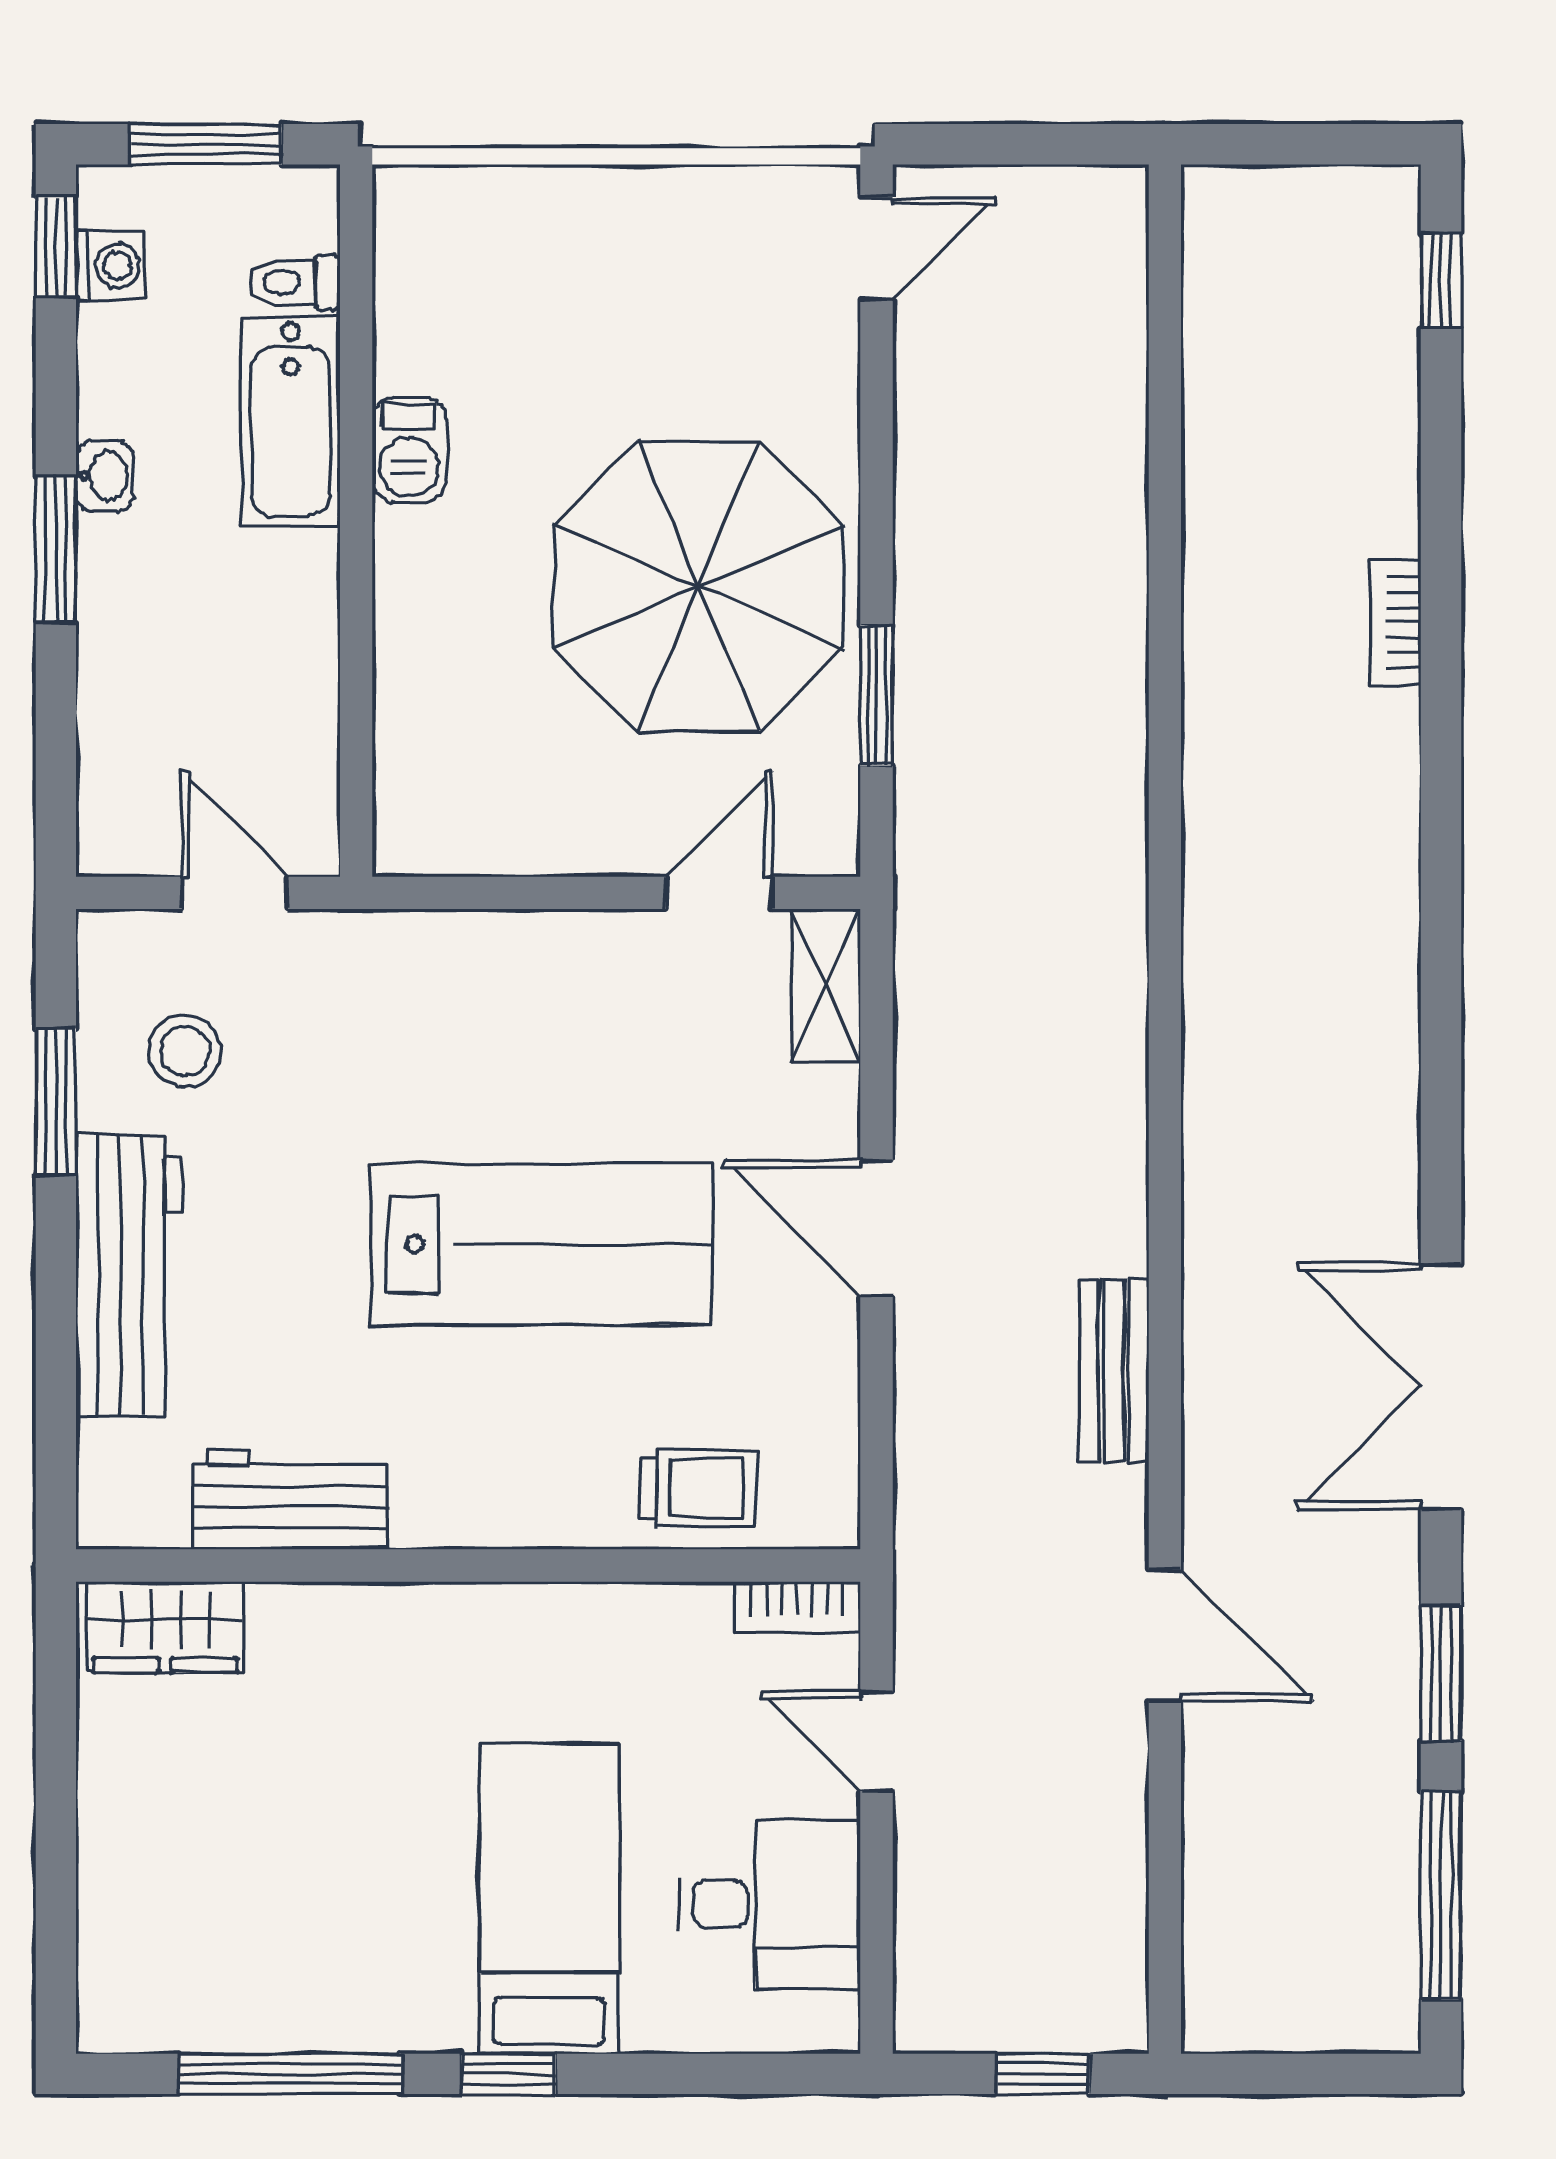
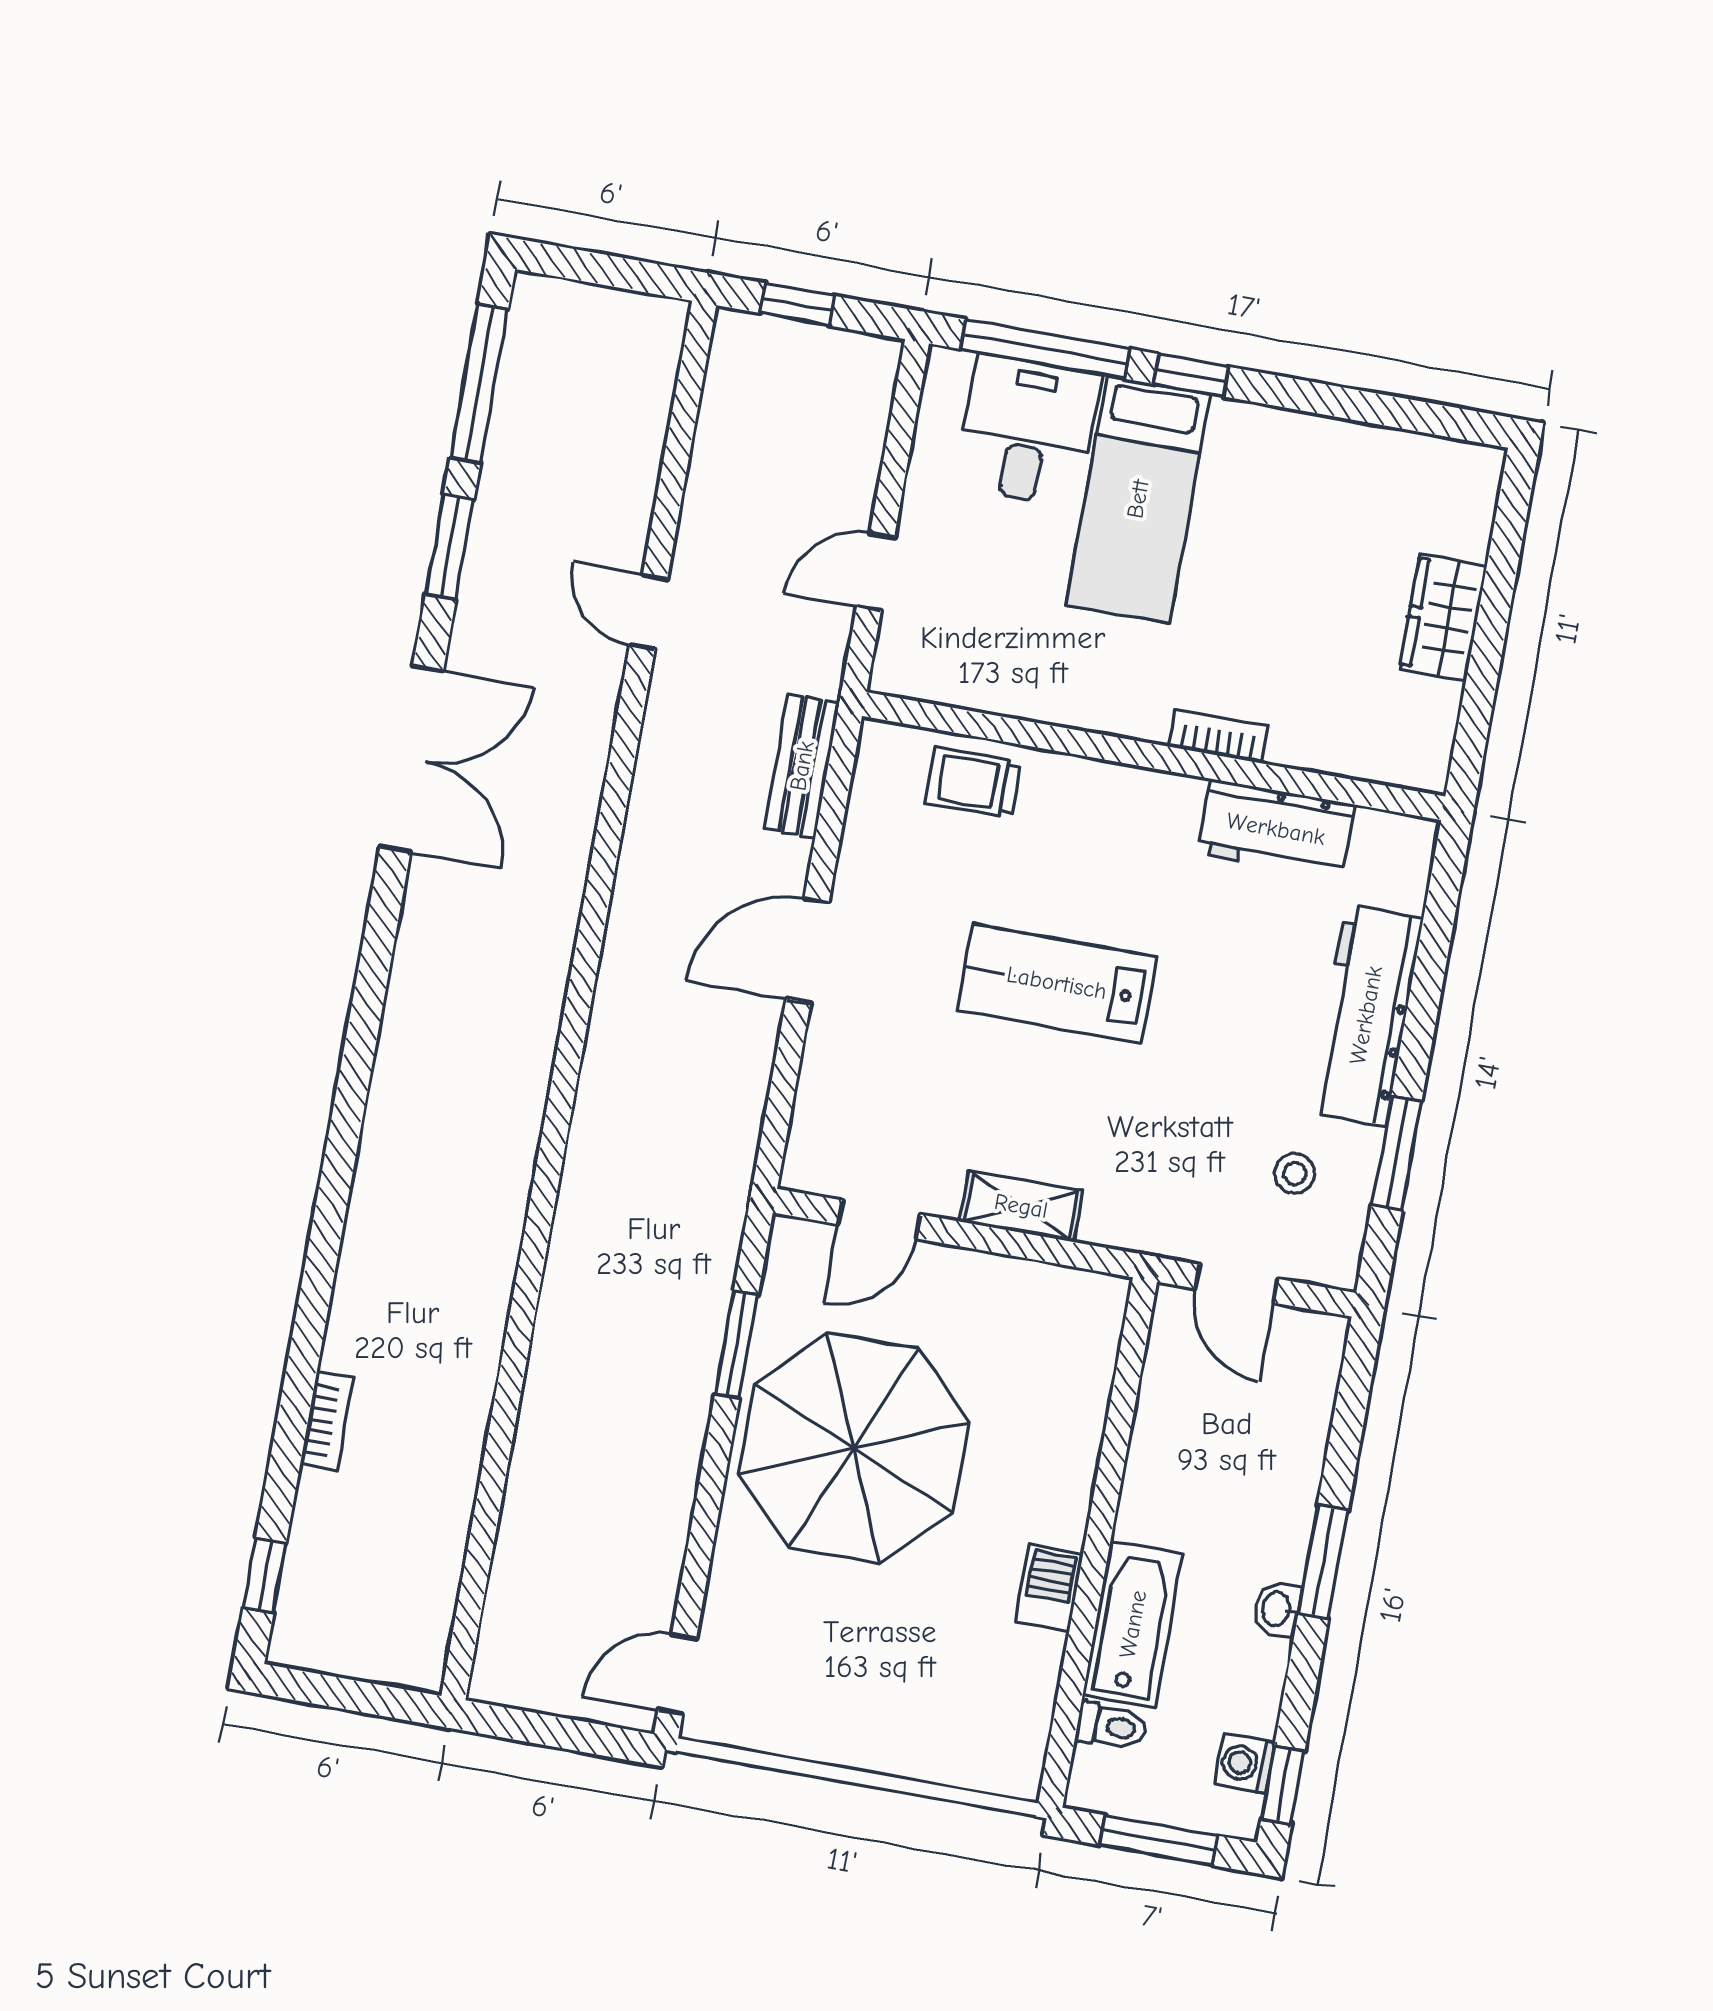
bookcase: (1396, 622) -> (327, 1421), moved
shelving: (826, 986) -> (1021, 1206), moved, turned 90
stool: (185, 1051) -> (1295, 1174), width x0.73, depth x0.73
door: (877, 1229) -> (807, 951), swing flipped
lab bench: (541, 1244) -> (1057, 983), width x0.73, depth x0.72
bench: (1114, 1371) -> (802, 766), moved
bookcase: (797, 1607) -> (1218, 736), moved
wardrobe: (165, 1627) -> (1443, 617), moved, turned -90
door: (1165, 1635) -> (649, 612), width x0.73
door: (877, 1741) -> (876, 572), swing flipped
desk: (770, 1904) -> (1028, 431), moved, turned 90
window: (290, 2074) -> (1045, 349), moved

